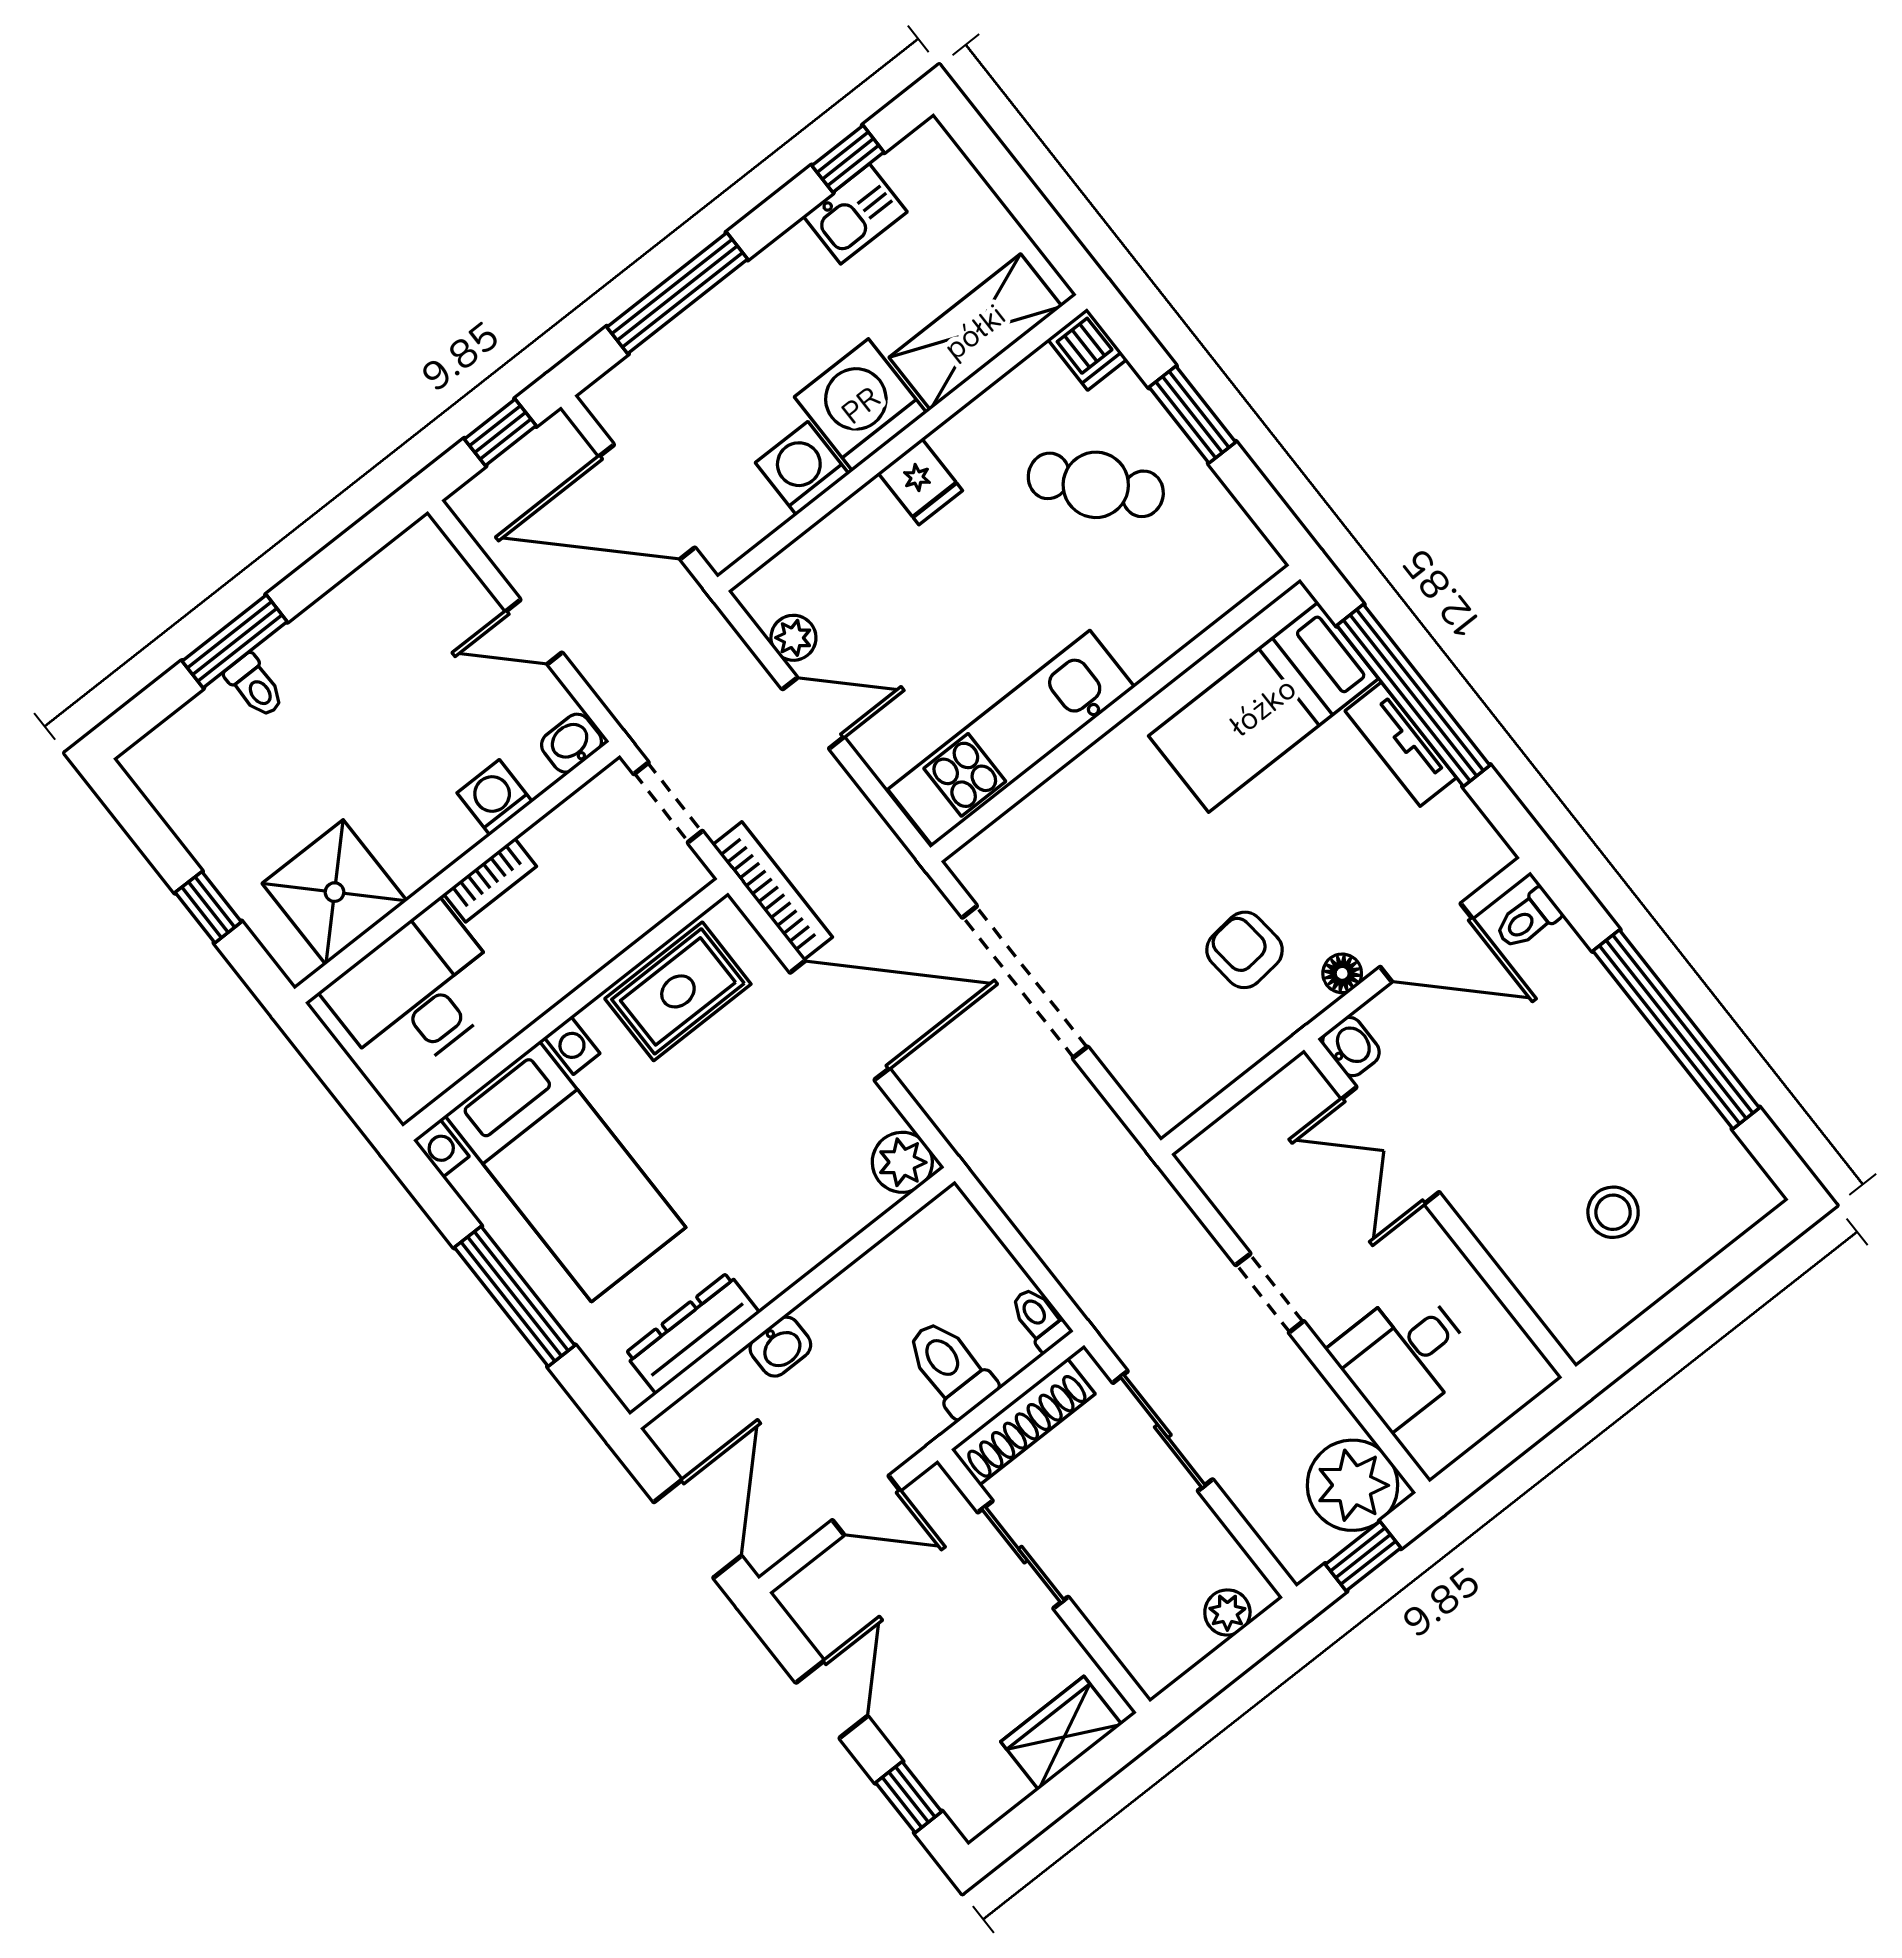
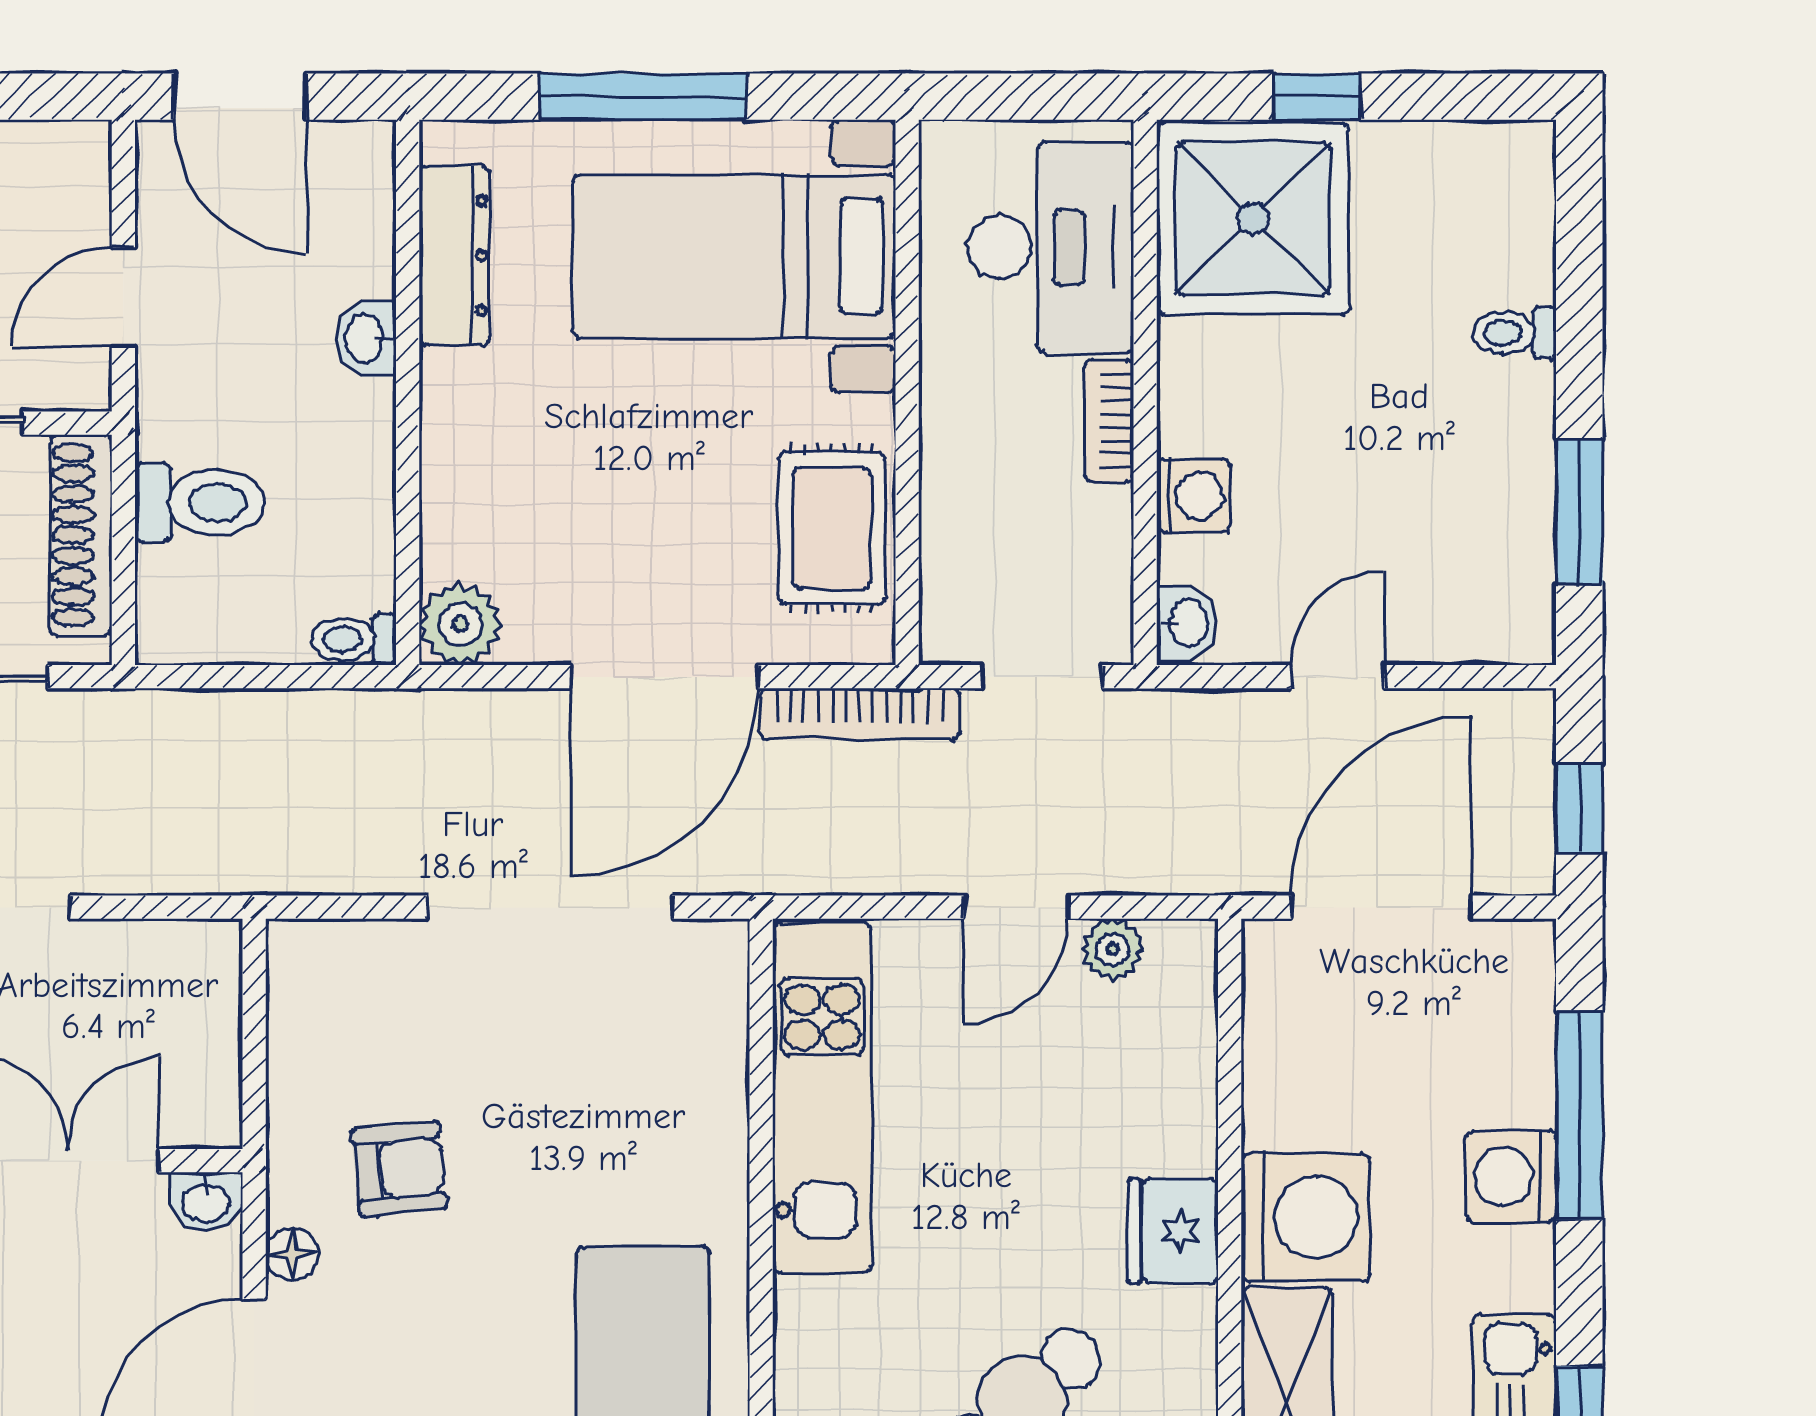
washing machine: (802, 468) -> (1511, 1177), moved, turned 180
fridge: (920, 482) -> (1173, 1231), width x1.38
window: (235, 641) -> (1579, 512), moved
shower: (335, 892) -> (1253, 218), width x1.37, depth x1.37
toilet: (1040, 1319) -> (354, 639), moved, turned 180

